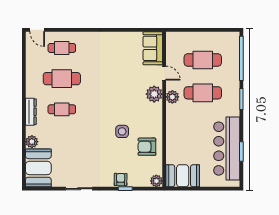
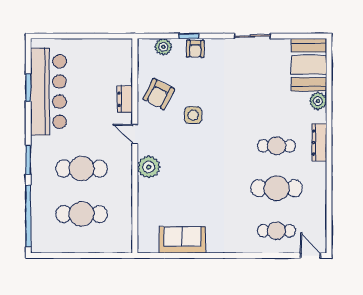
sofa: (153, 48) -> (182, 240), moved, turned -90
door: (164, 73) -> (135, 134), moved
plant: (172, 97) -> (124, 163), removed
dresser: (171, 143) -> (125, 99), added
armchair: (147, 147) -> (159, 94), turned 117
booth: (183, 176) -> (109, 54), removed
plant: (156, 181) -> (163, 47), moved

